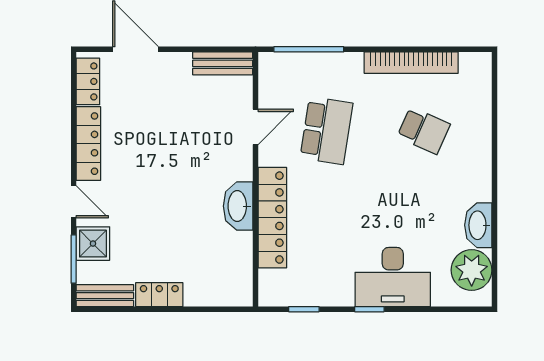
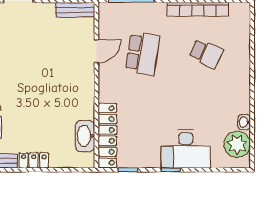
washbasin: (238, 206) -> (85, 136), moved
locker: (272, 218) -> (107, 135), moved
washbasin: (478, 225) -> (244, 122), width x0.52, depth x0.69

